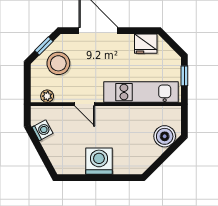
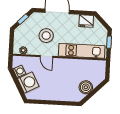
stool: (58, 63) -> (46, 36), moved
boiler: (165, 136) -> (86, 87), moved
washing machine: (99, 161) -> (28, 82), moved, turned 62

